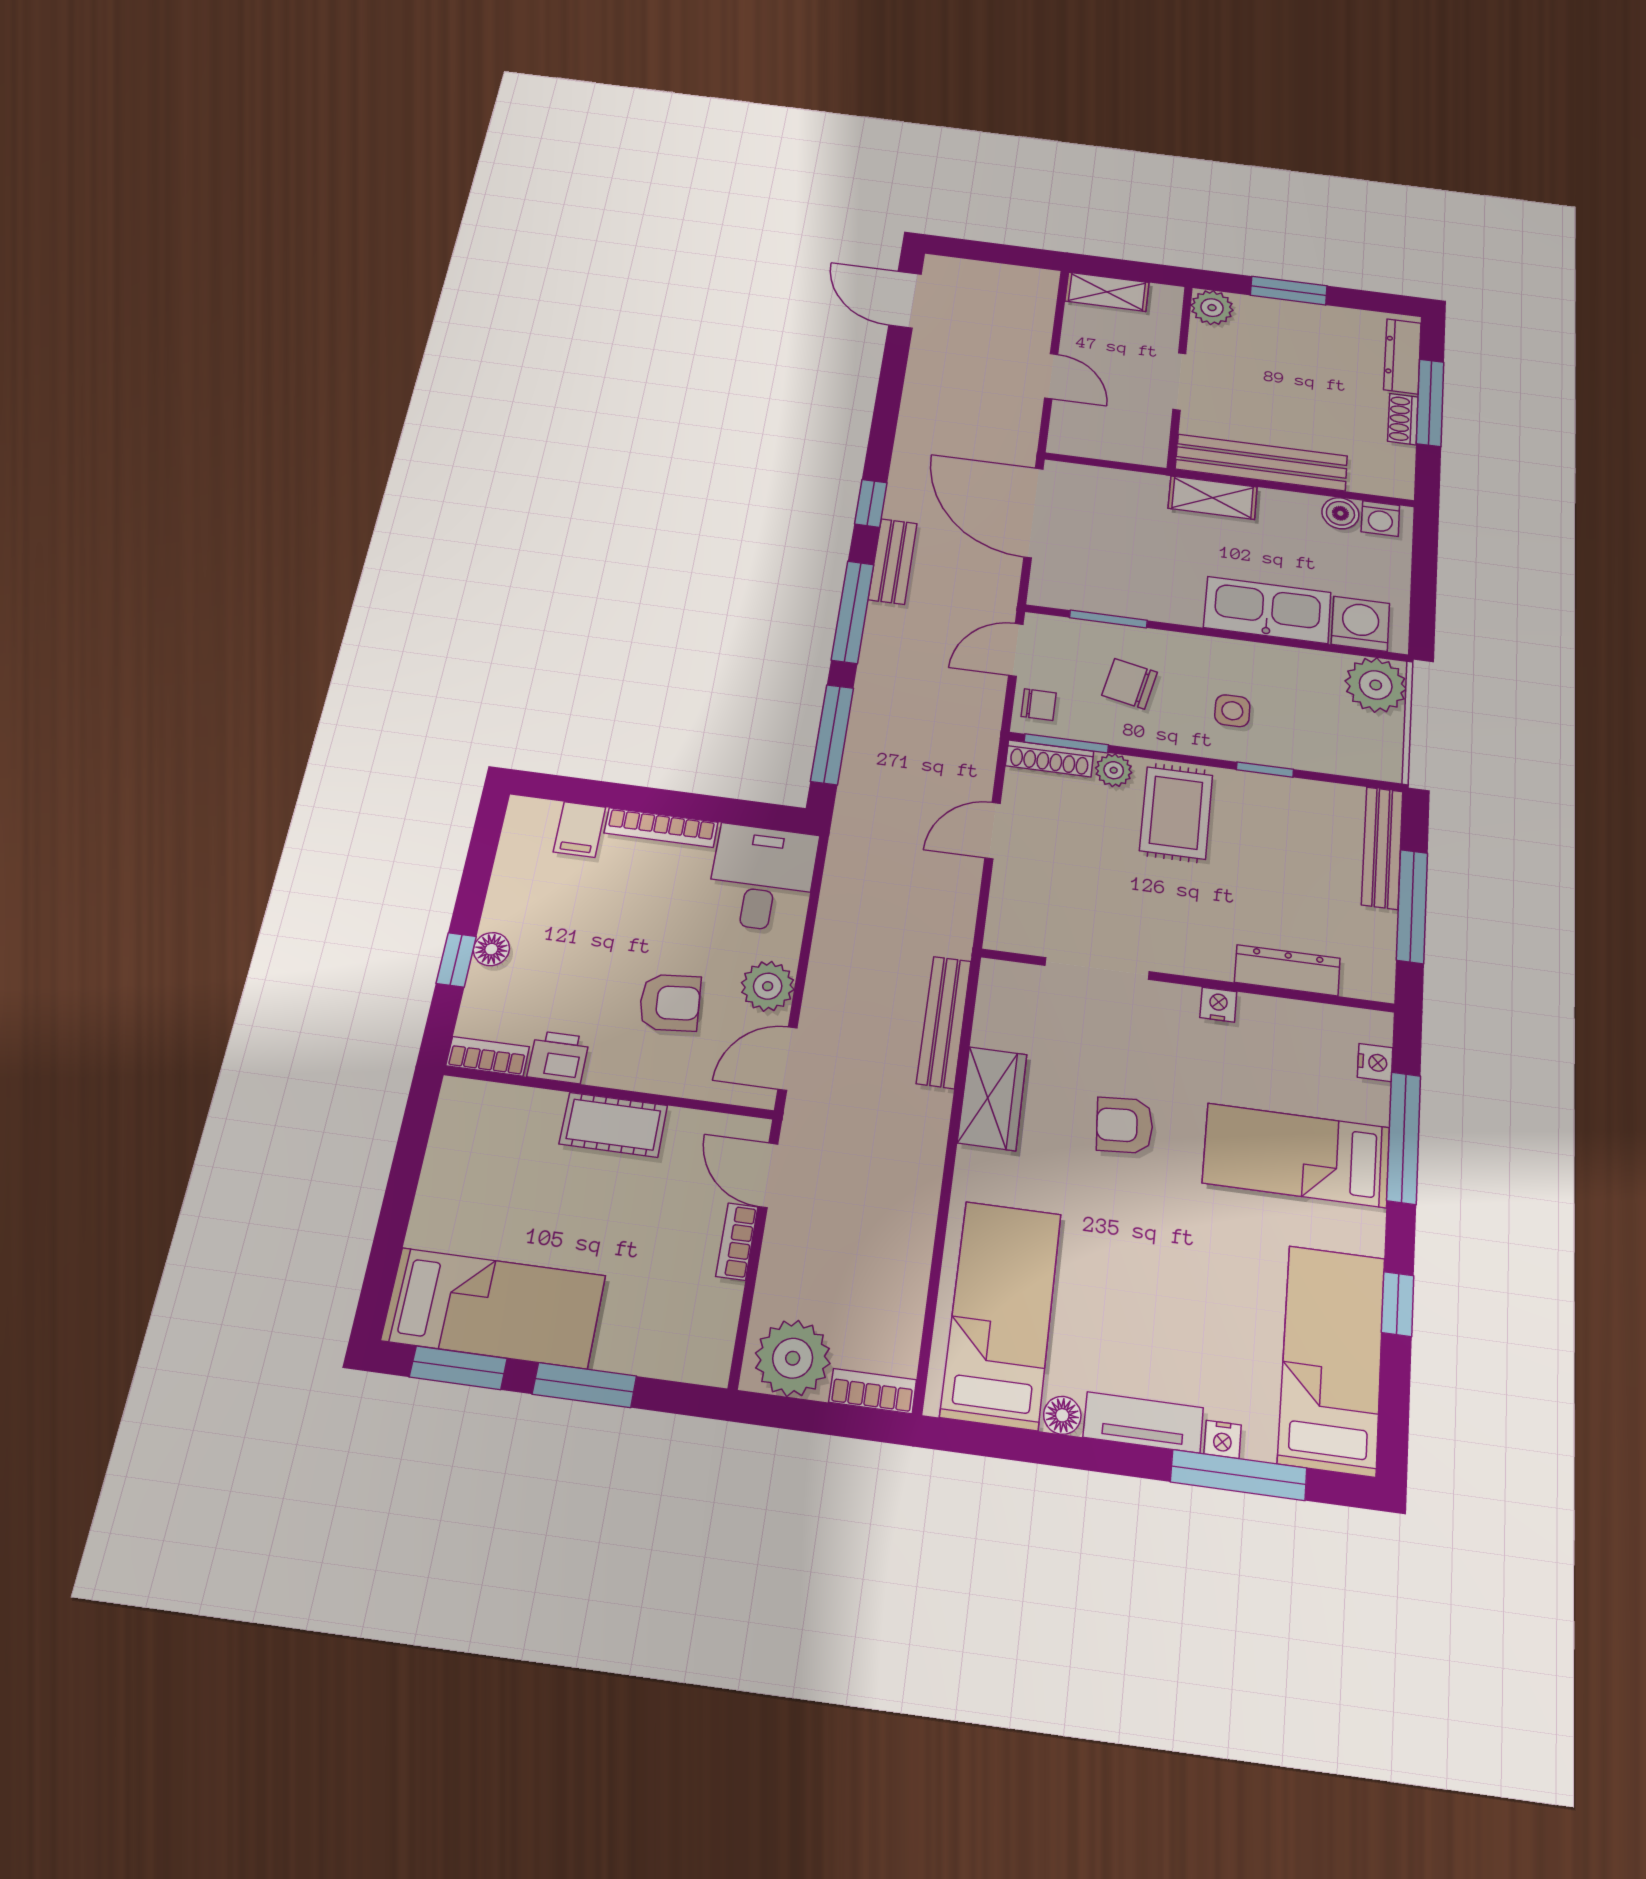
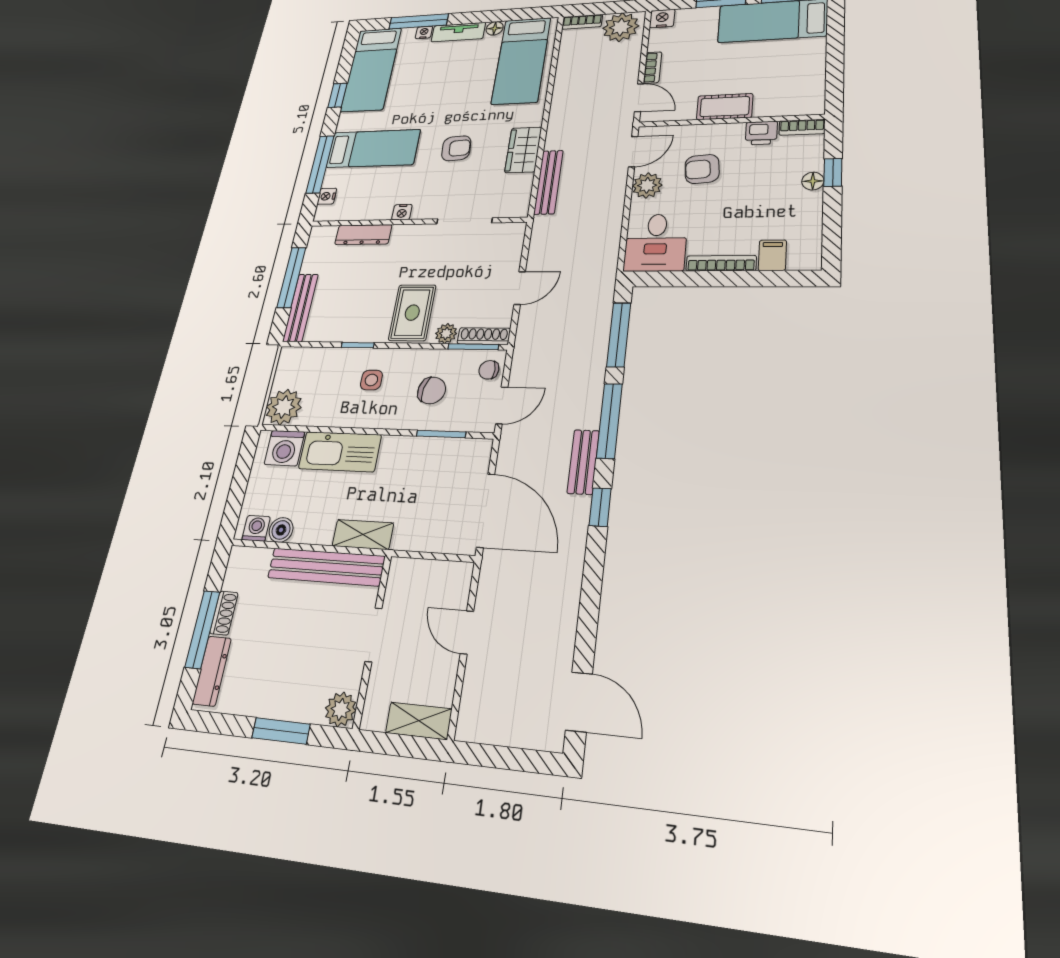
nightstand: (707, 1362) -> (662, 19), added

